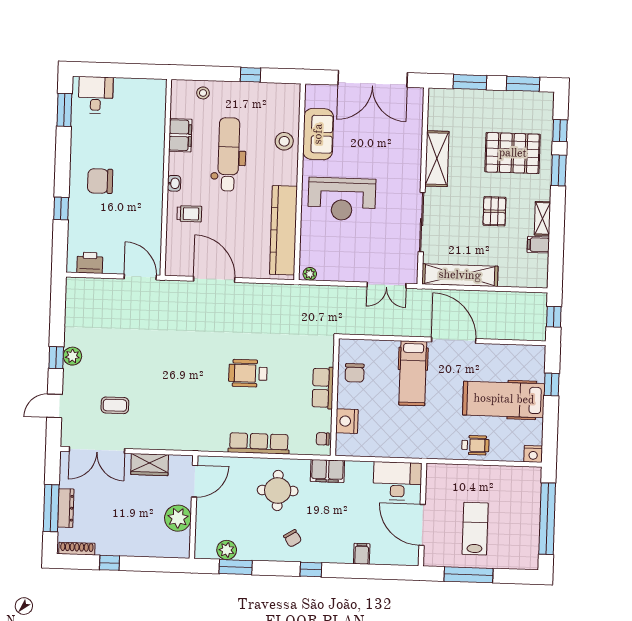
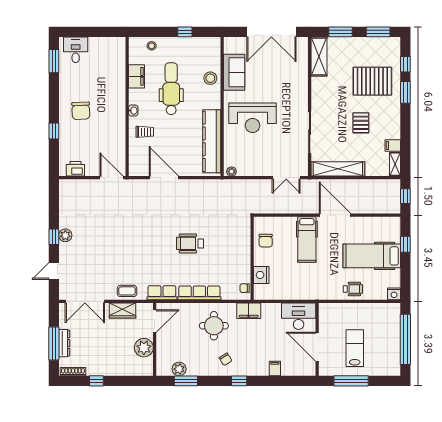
shelving: (437, 159) -> (319, 56), moved
chair: (100, 181) -> (81, 111), turned -92
shelving: (542, 218) -> (395, 164), moved
row of seats: (323, 388) -> (162, 293), moved, turned 90
coffee table: (115, 405) -> (127, 291), moved

